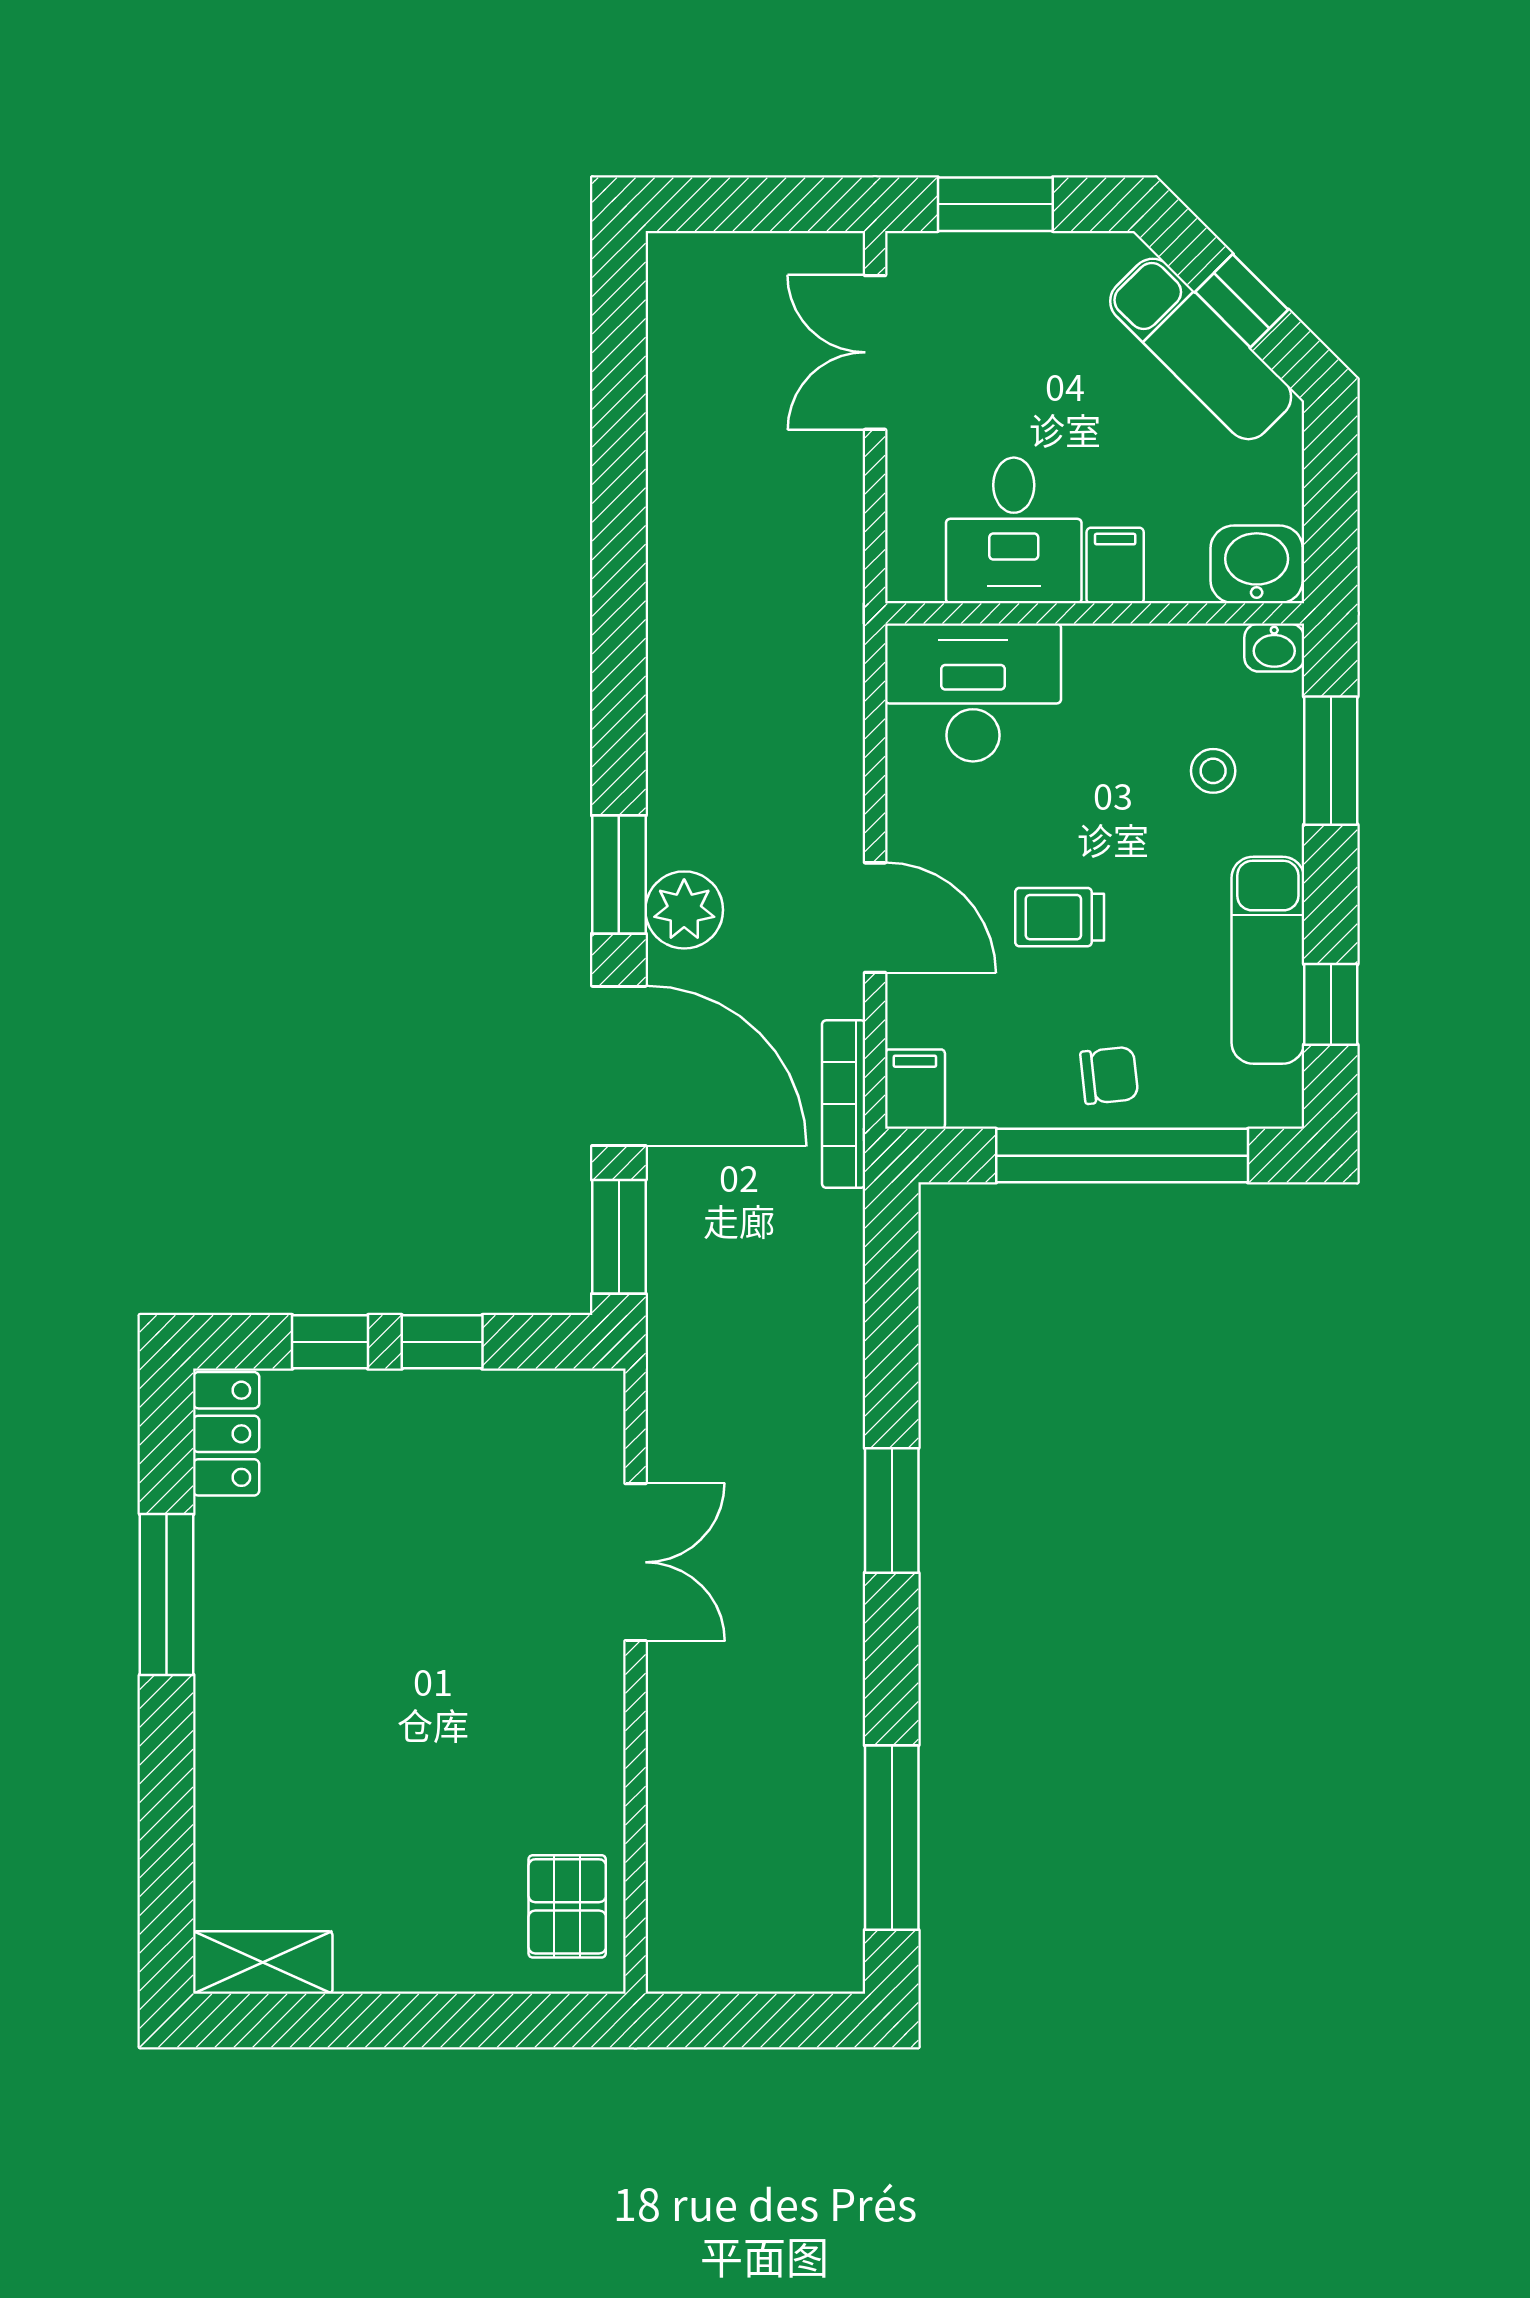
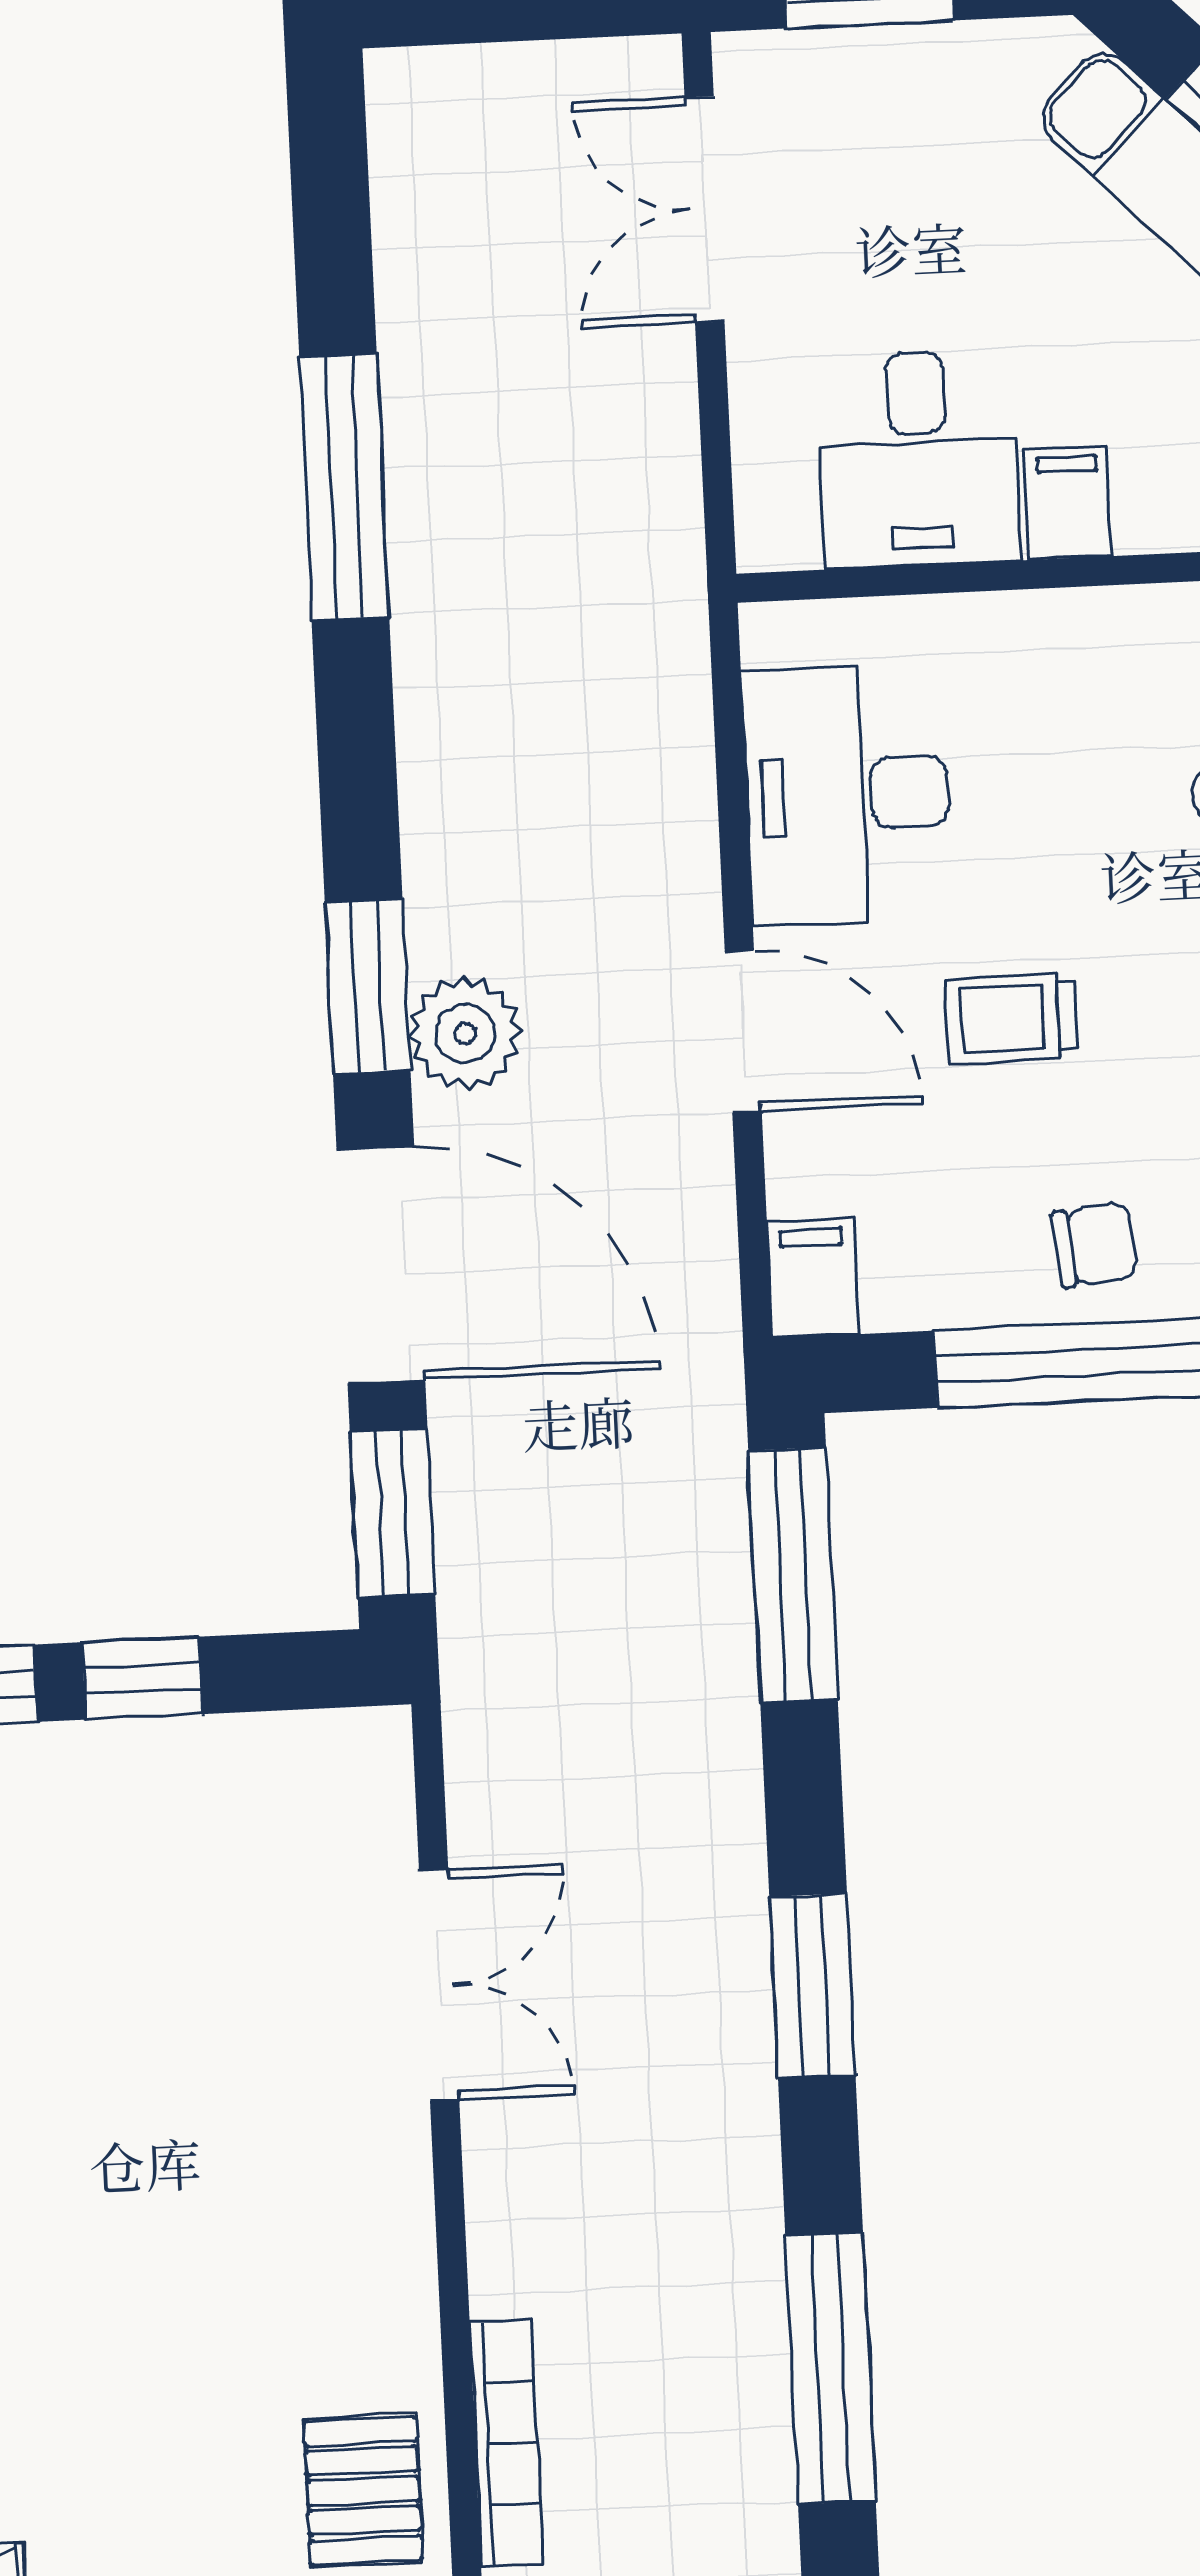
window: (619, 531) -> (344, 487), added
desk: (973, 692) -> (847, 795), moved, turned -90
bookcase: (844, 1104) -> (507, 2443), moved, turned 180
window: (892, 1292) -> (793, 1575), added
window: (892, 1510) -> (812, 1986), moved

